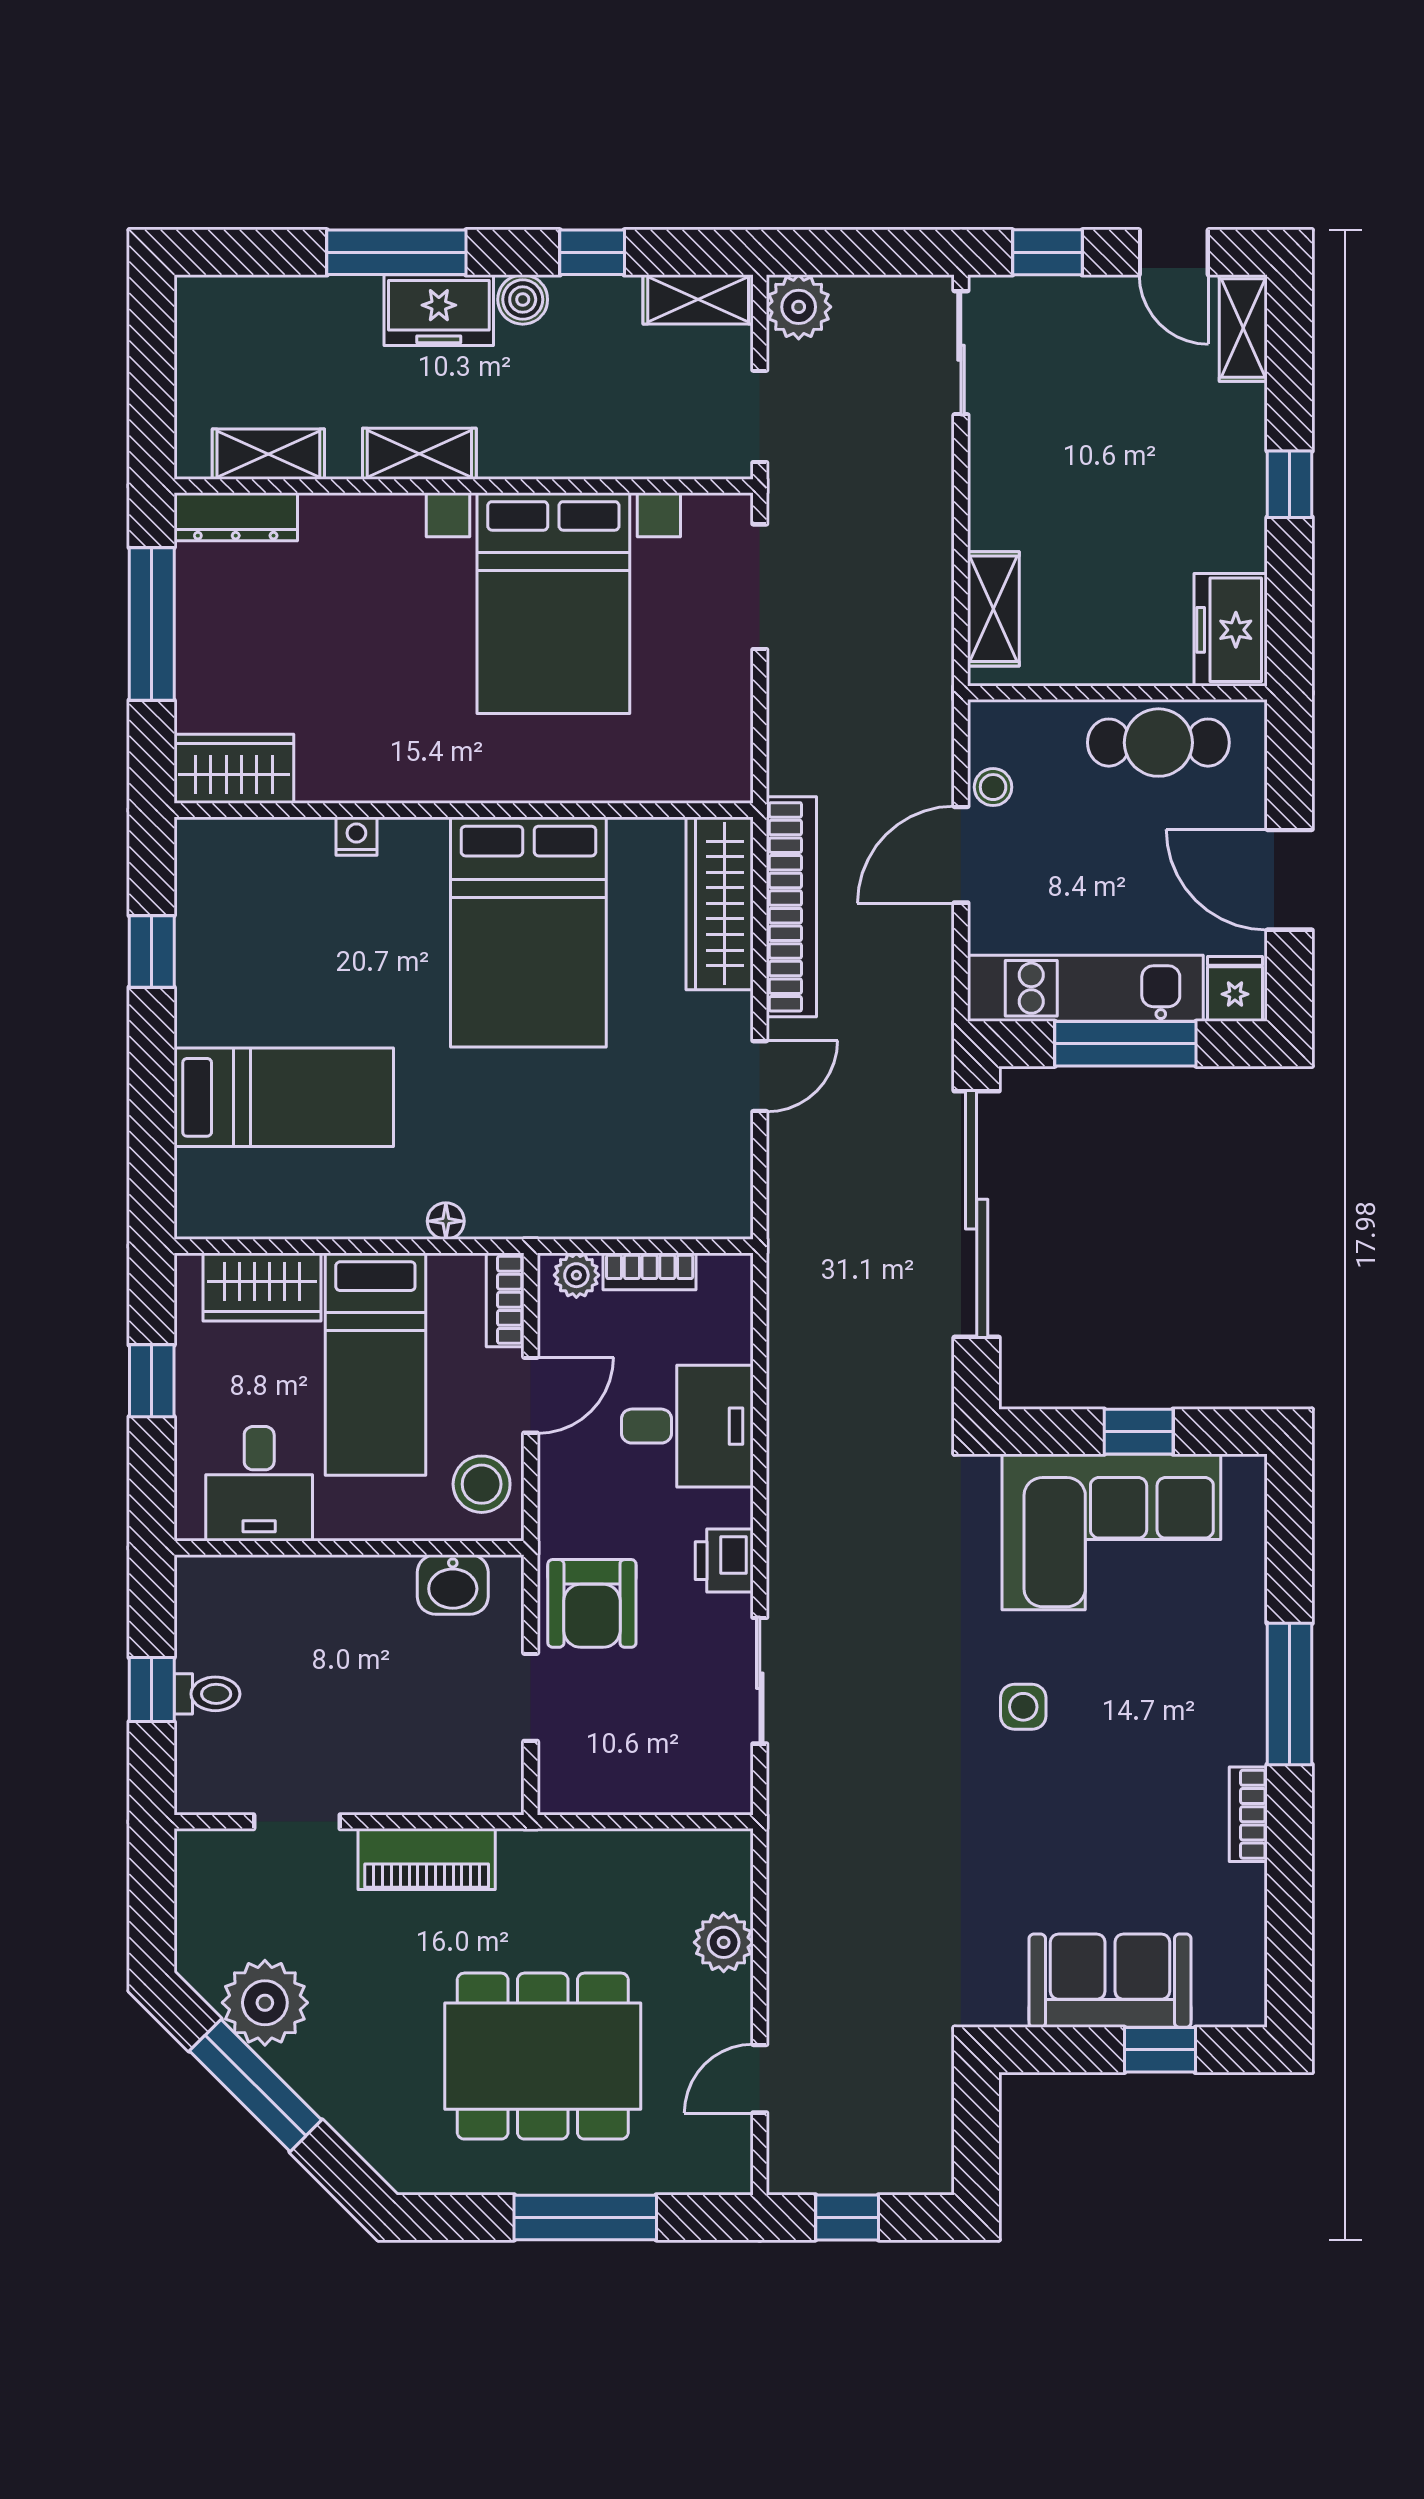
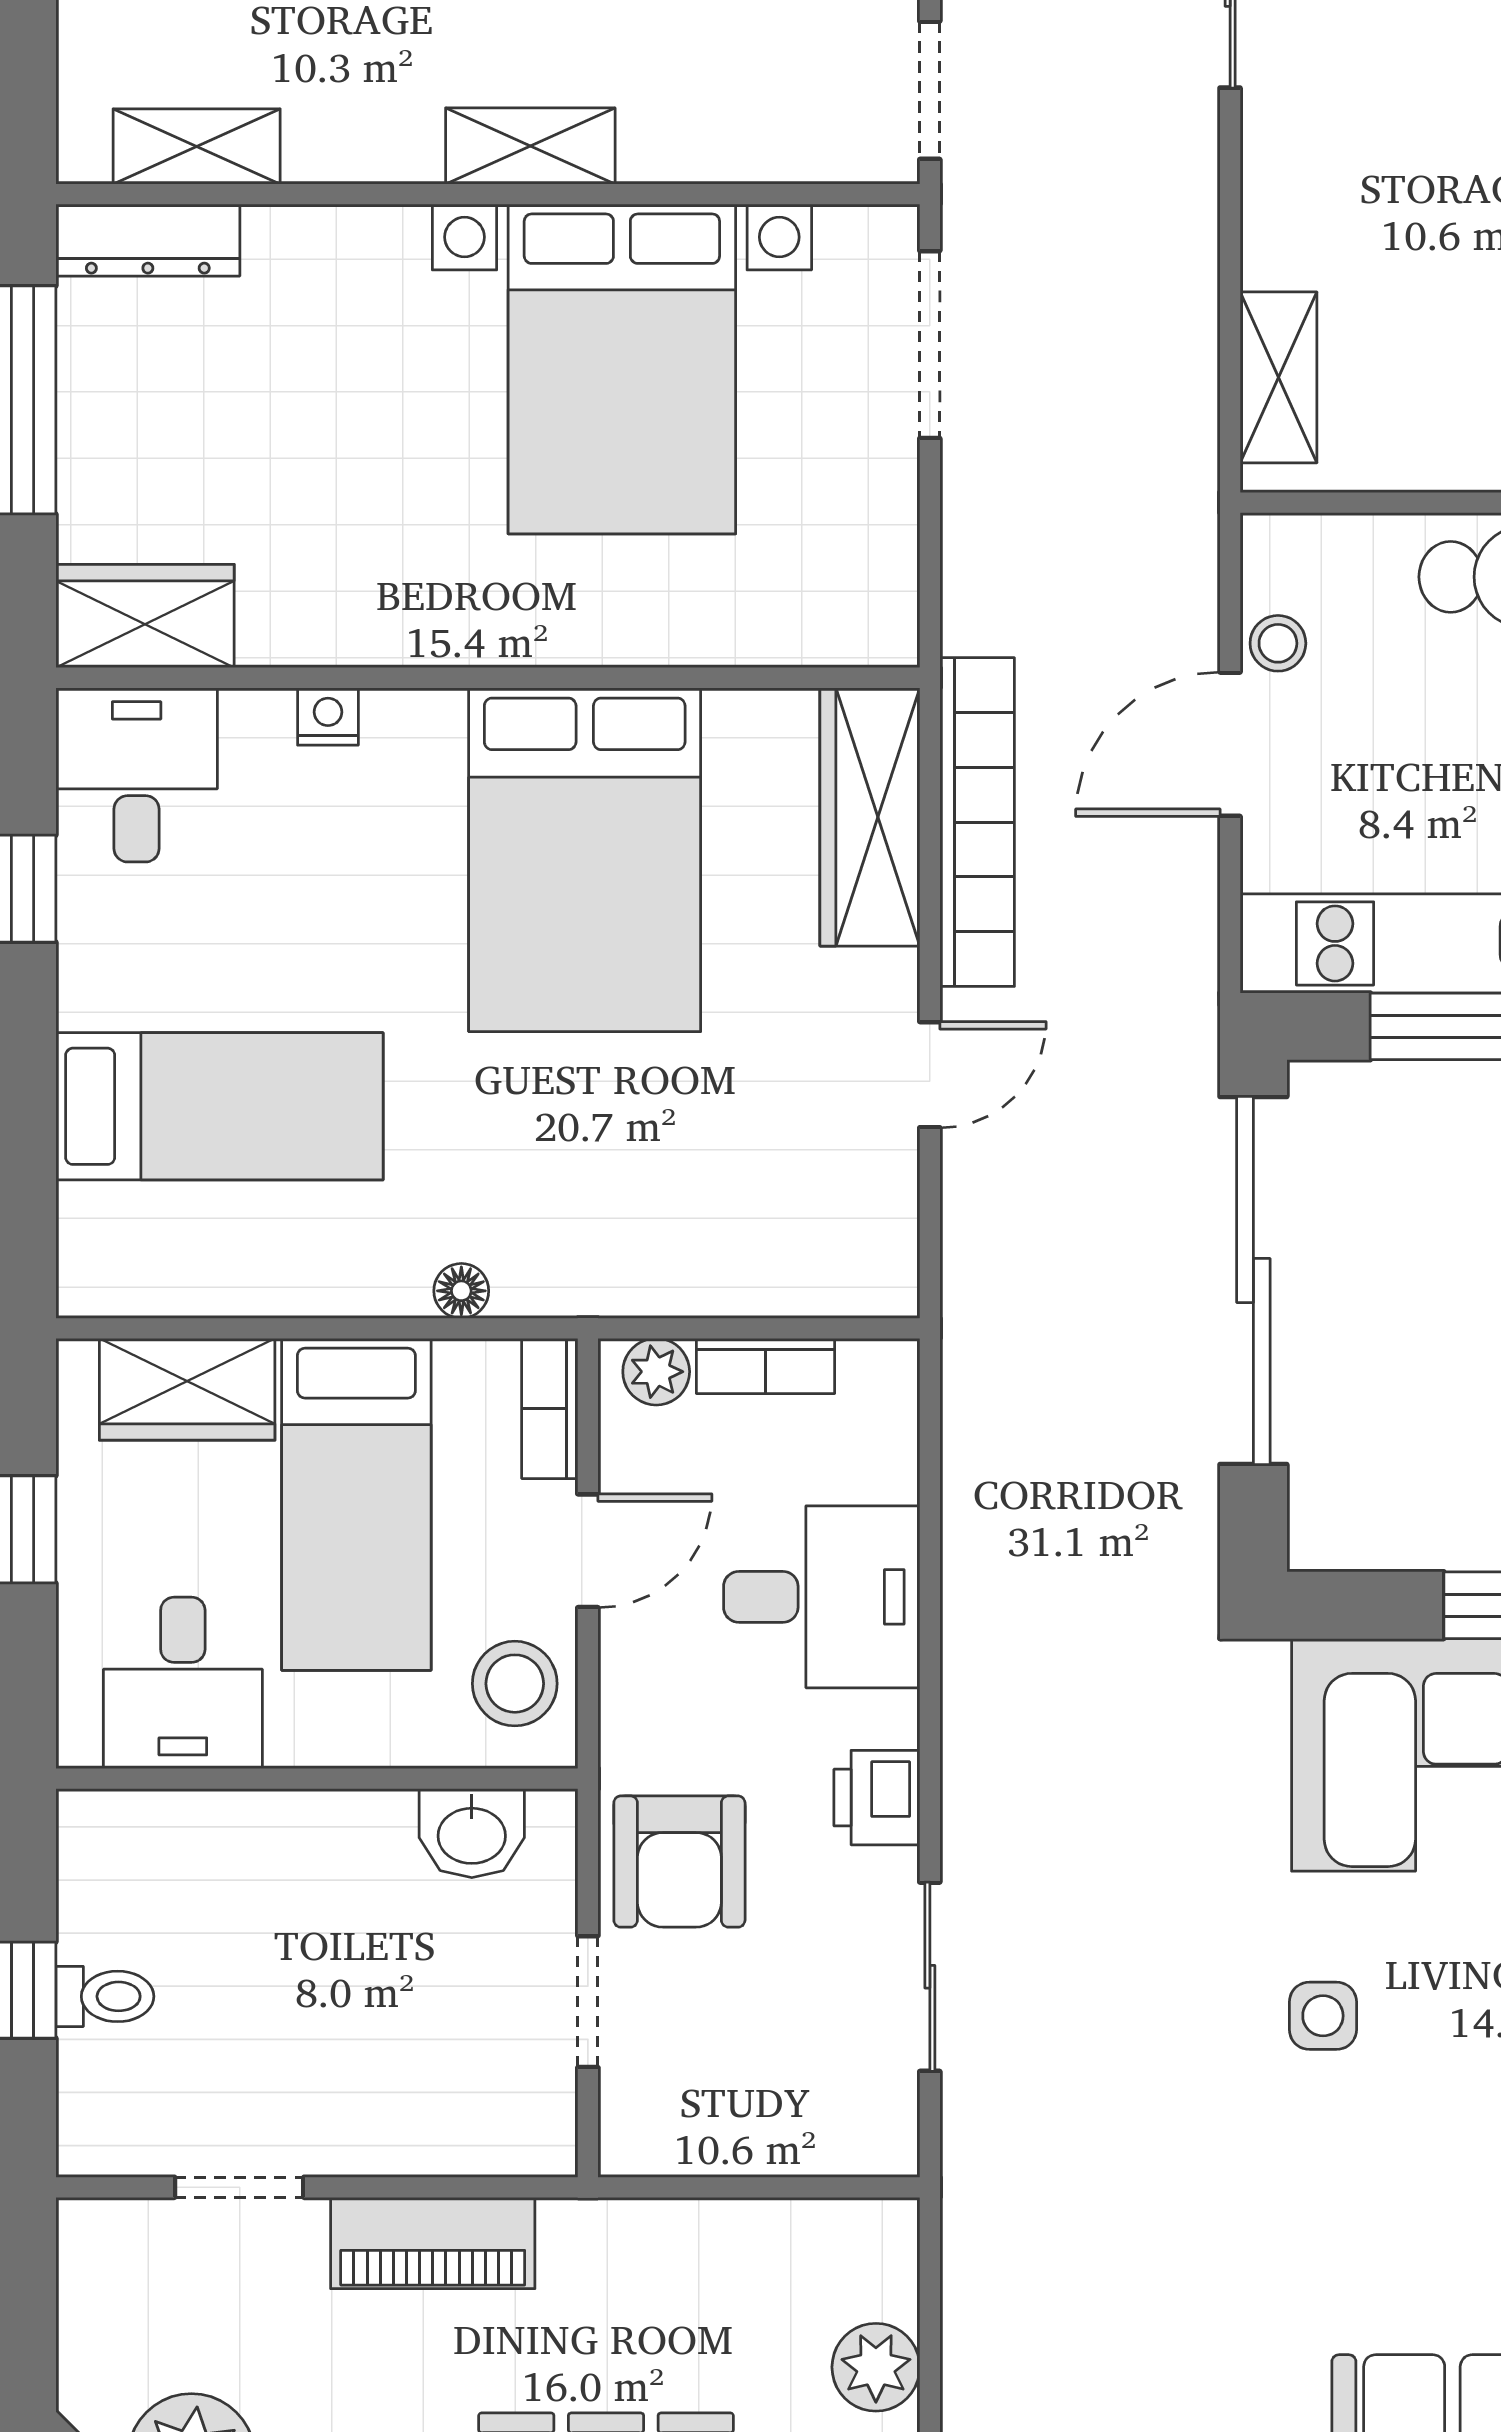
shelving: (419, 454) -> (530, 146), moved
desk: (228, 875) -> (137, 775), added

